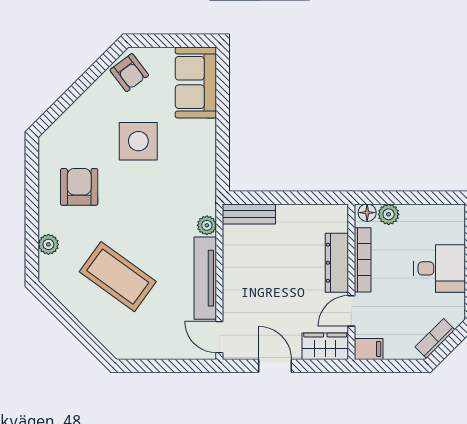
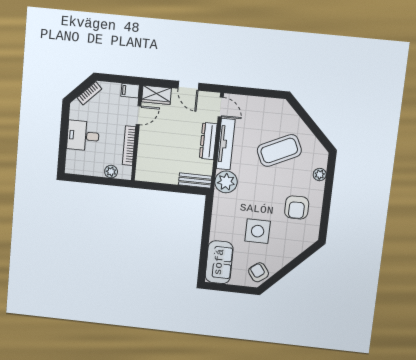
floor lamp: (367, 213) -> (124, 174), removed
plant: (207, 225) -> (226, 182), width x1.87, depth x1.87
dresser: (337, 263) -> (208, 141), moved, turned 180
coffee table: (118, 277) -> (279, 150), turned -61

